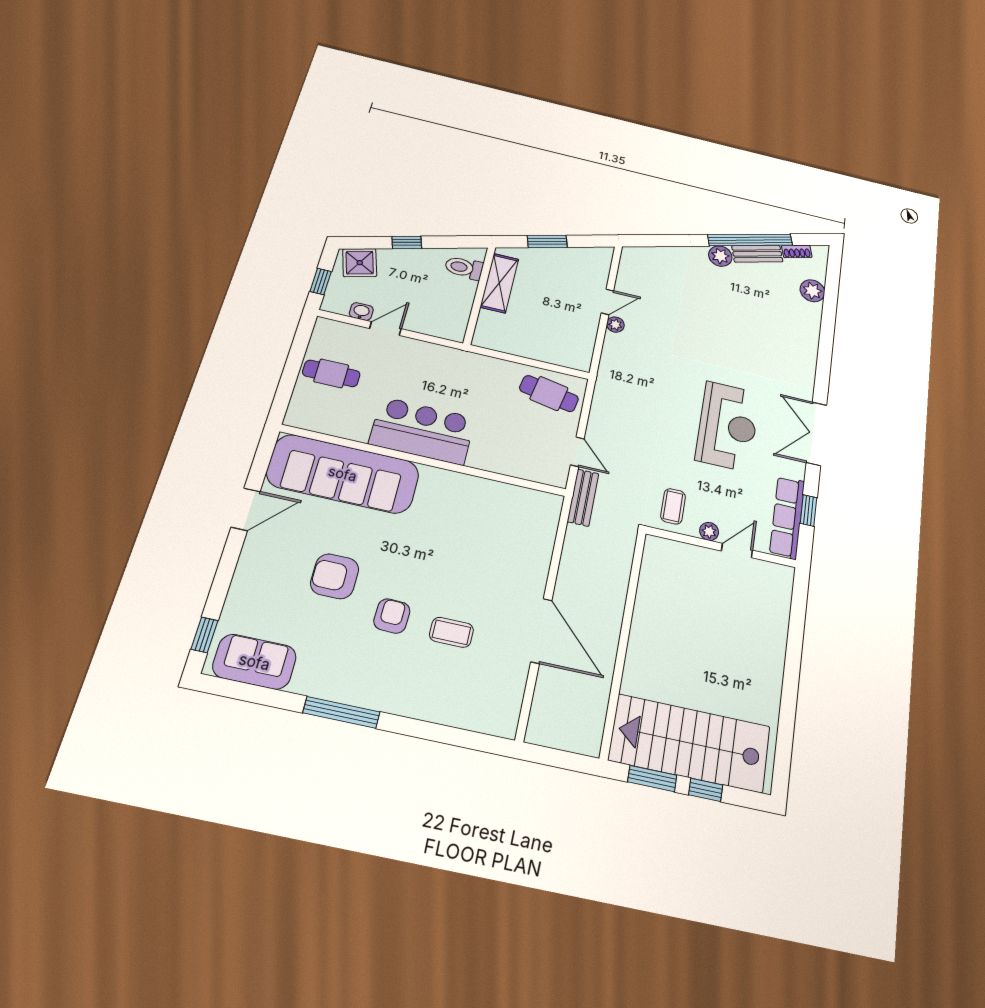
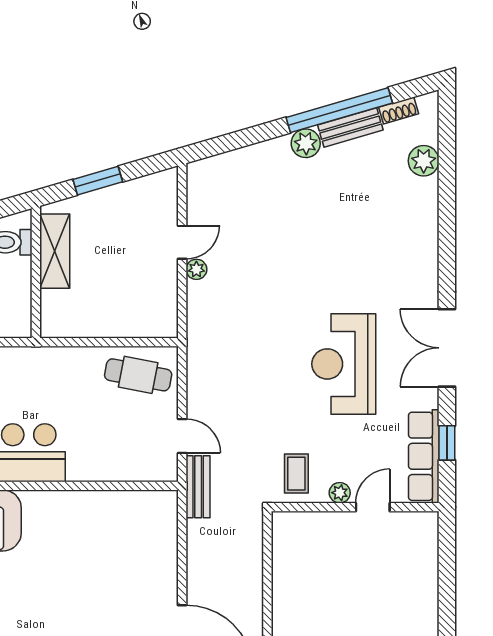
reception desk: (728, 426) -> (344, 364), turned 180

